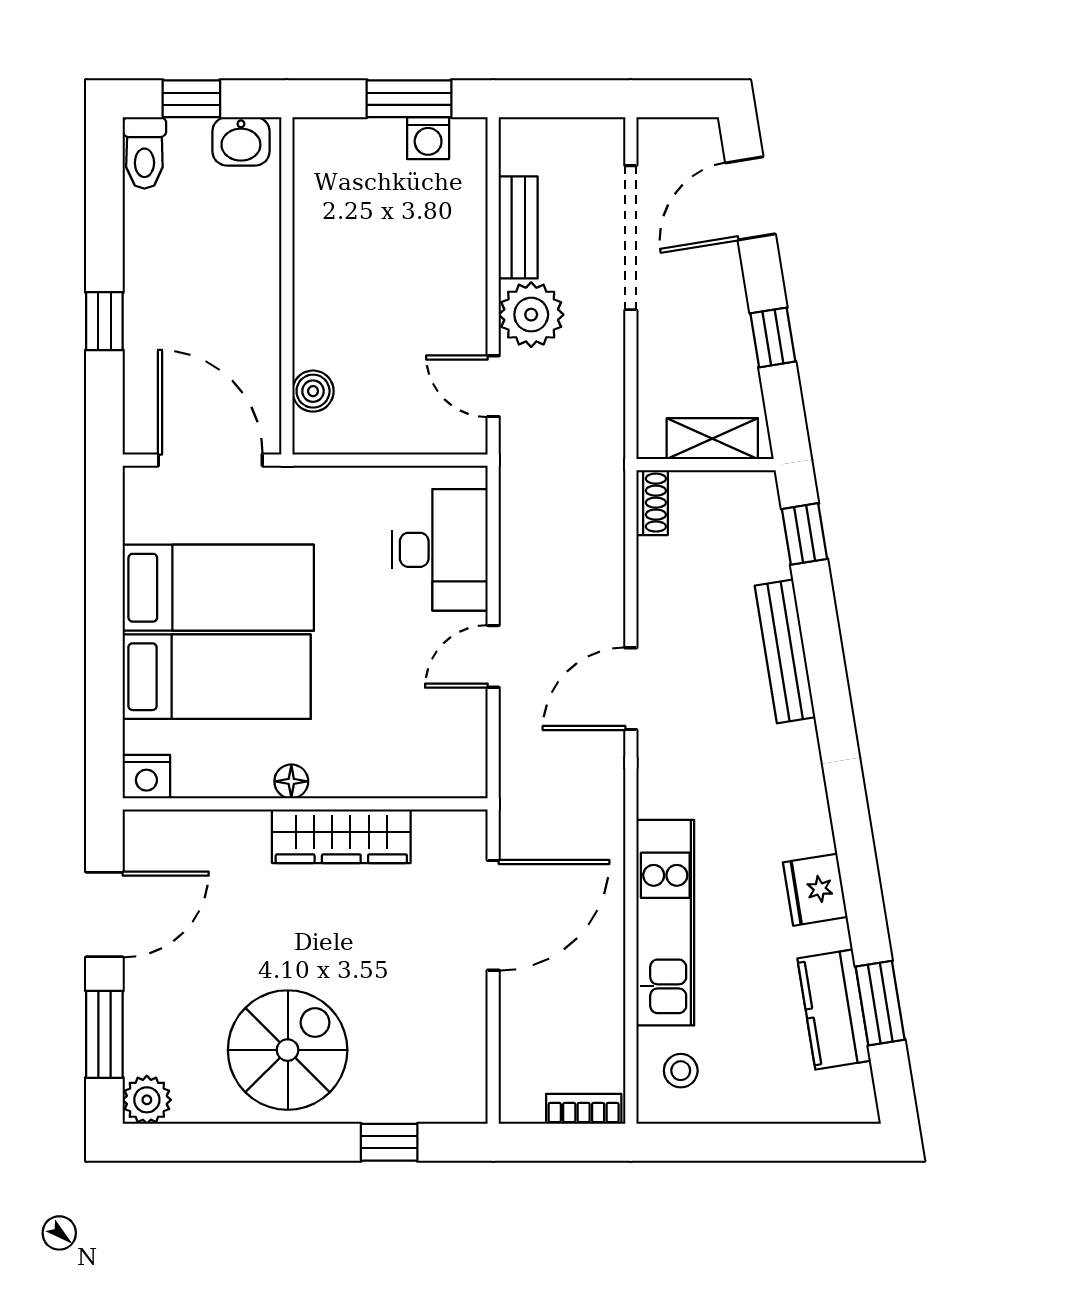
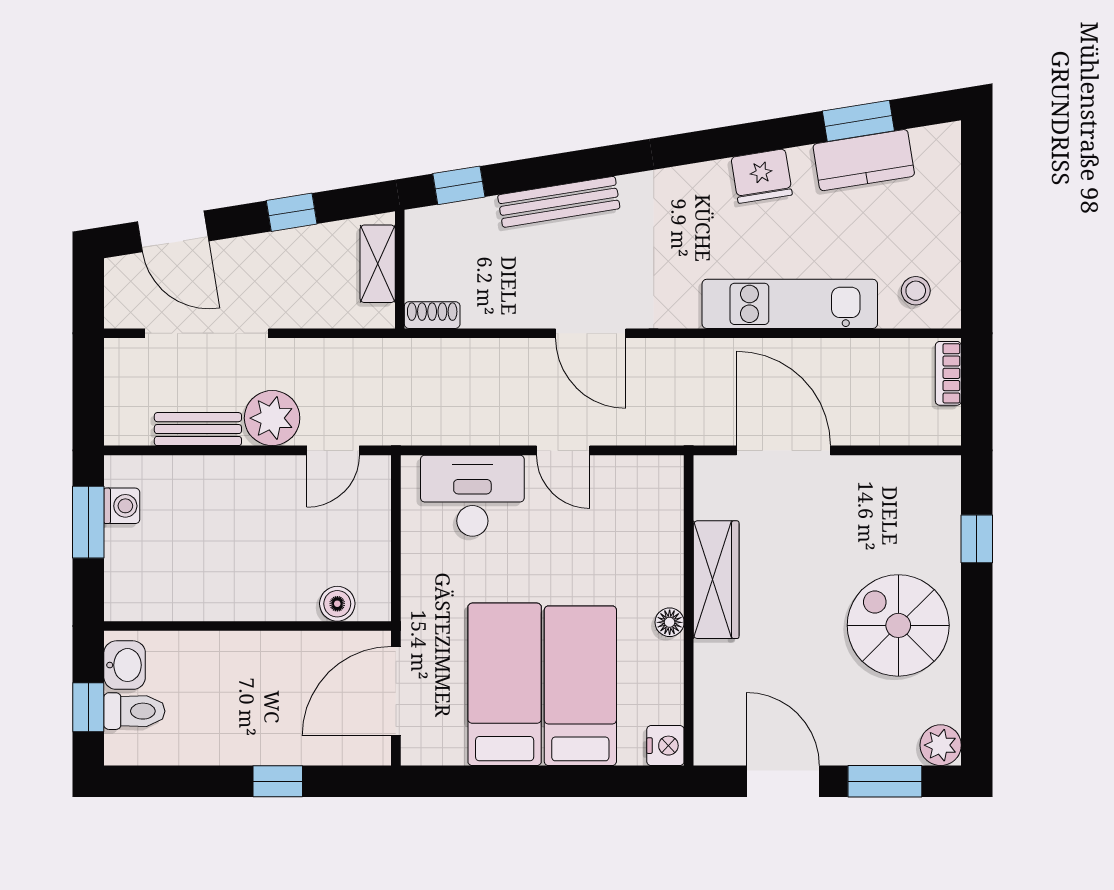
toilet: (144, 153) -> (134, 711), moved

